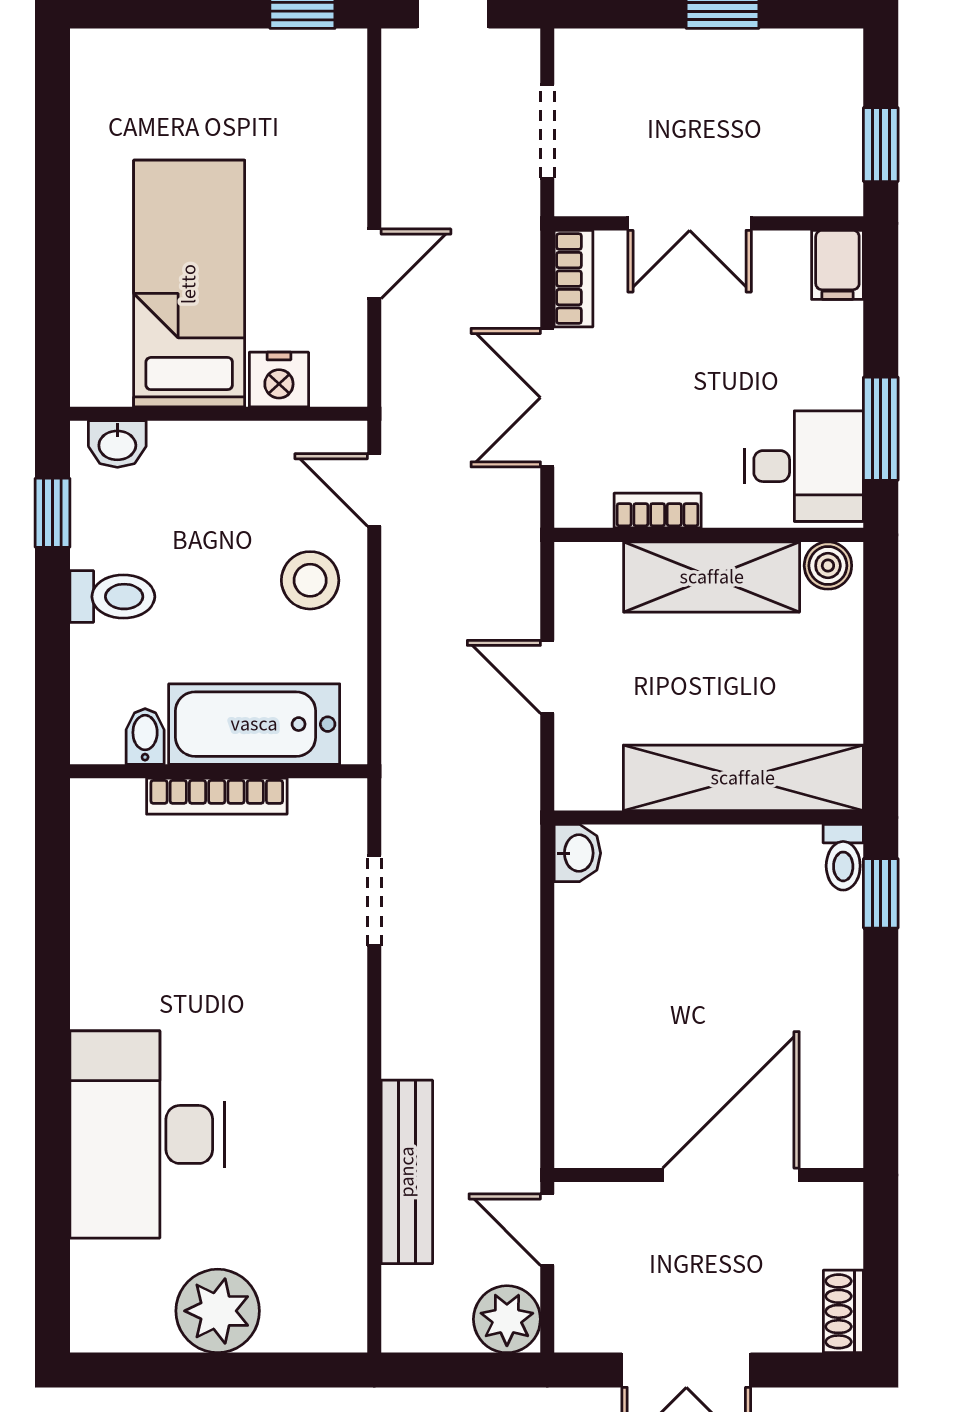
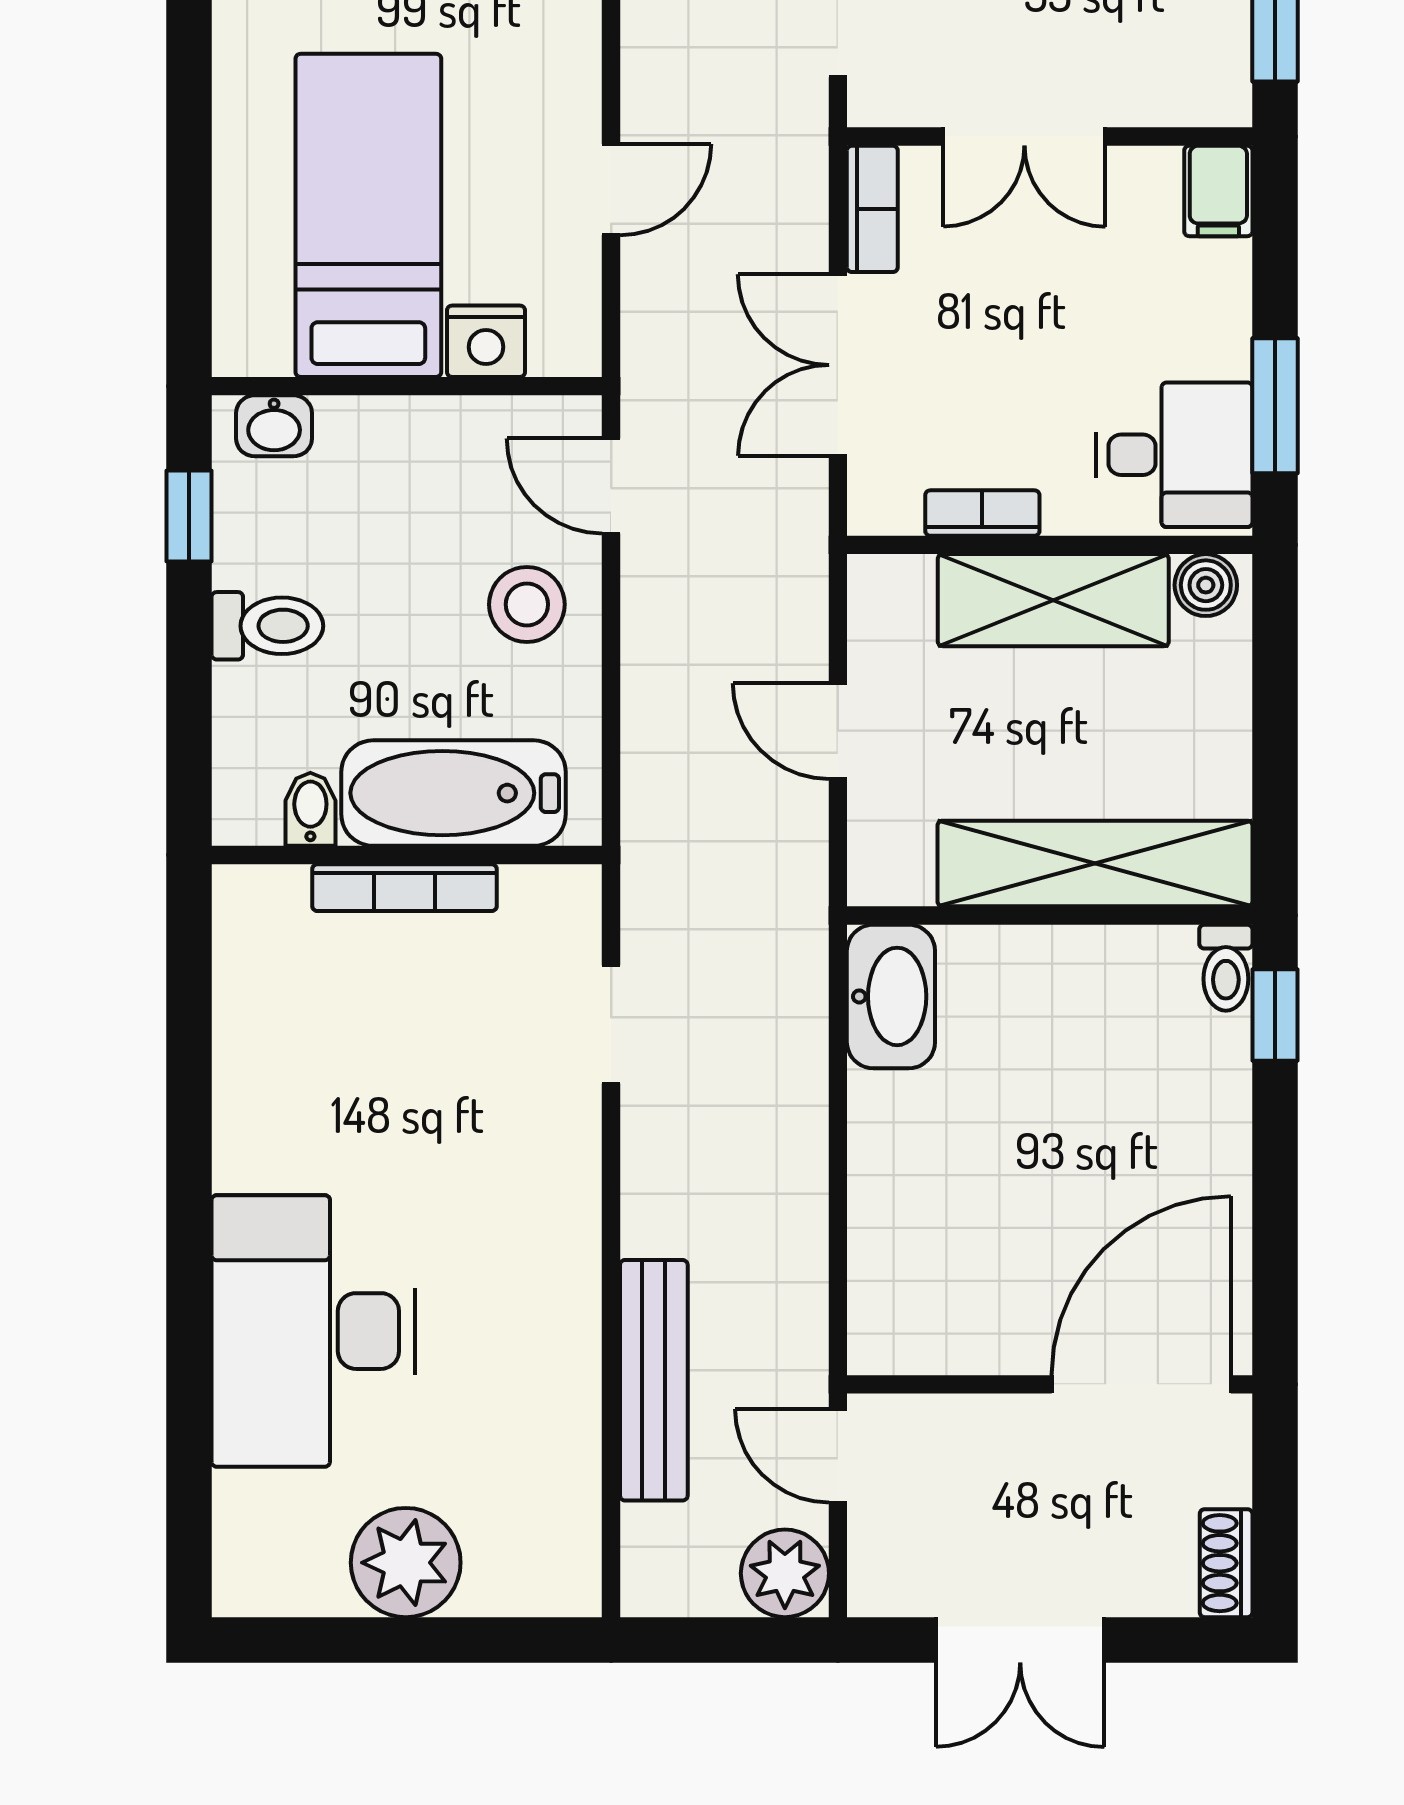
washbasin: (577, 853) -> (891, 996), width x1.91, depth x1.45
door: (731, 1175) -> (1141, 1384), moved

